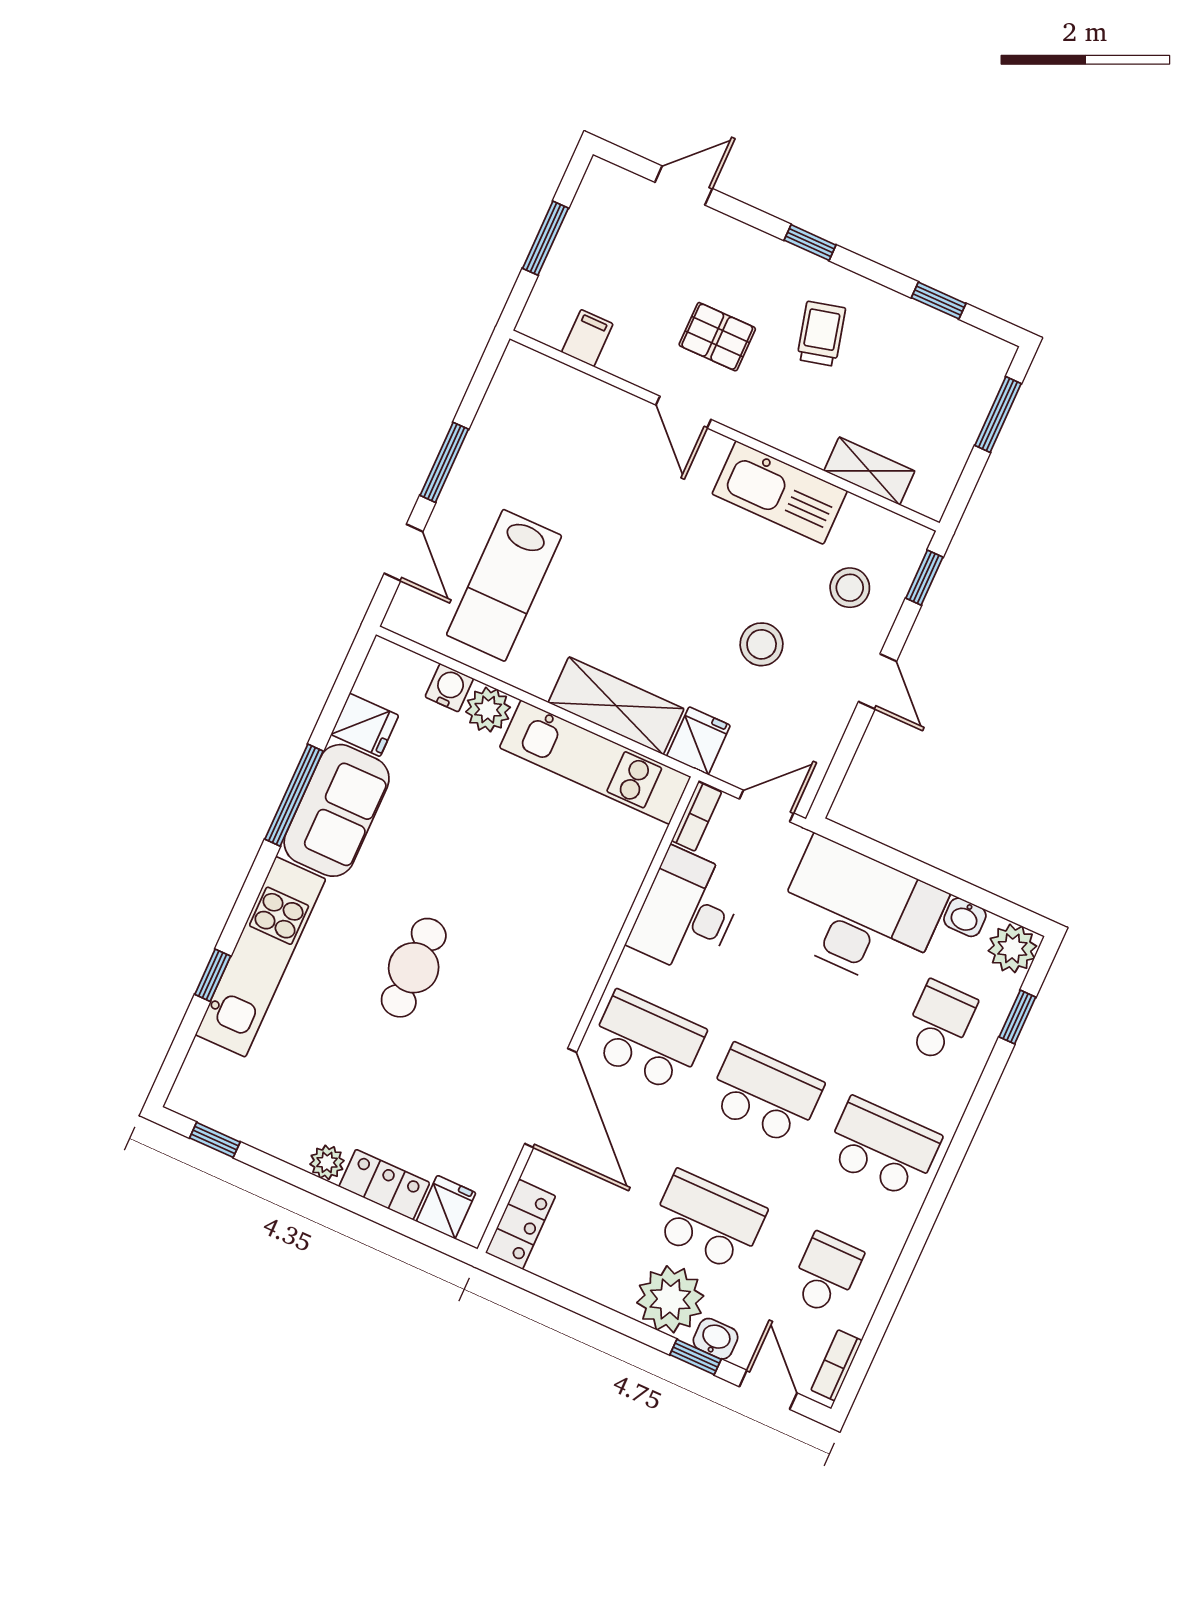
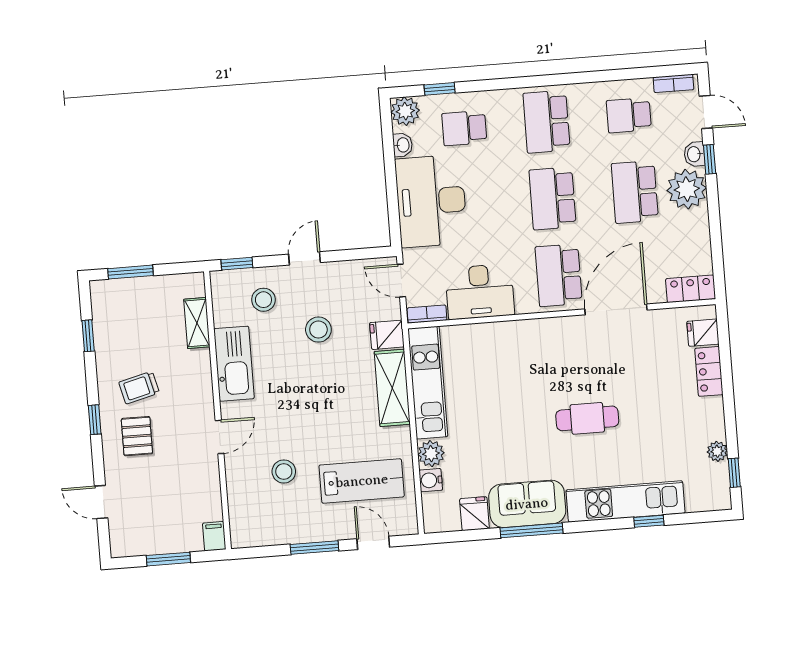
pallet: (717, 337) -> (137, 436), moved
filing cabinet: (587, 338) -> (214, 536), moved, turned 90
stool: (581, 479) -> (284, 471), added
door: (404, 553) -> (373, 543), hinge flipped
plant: (327, 1162) -> (717, 451), moved
door: (768, 1390) -> (706, 112), swing flipped

